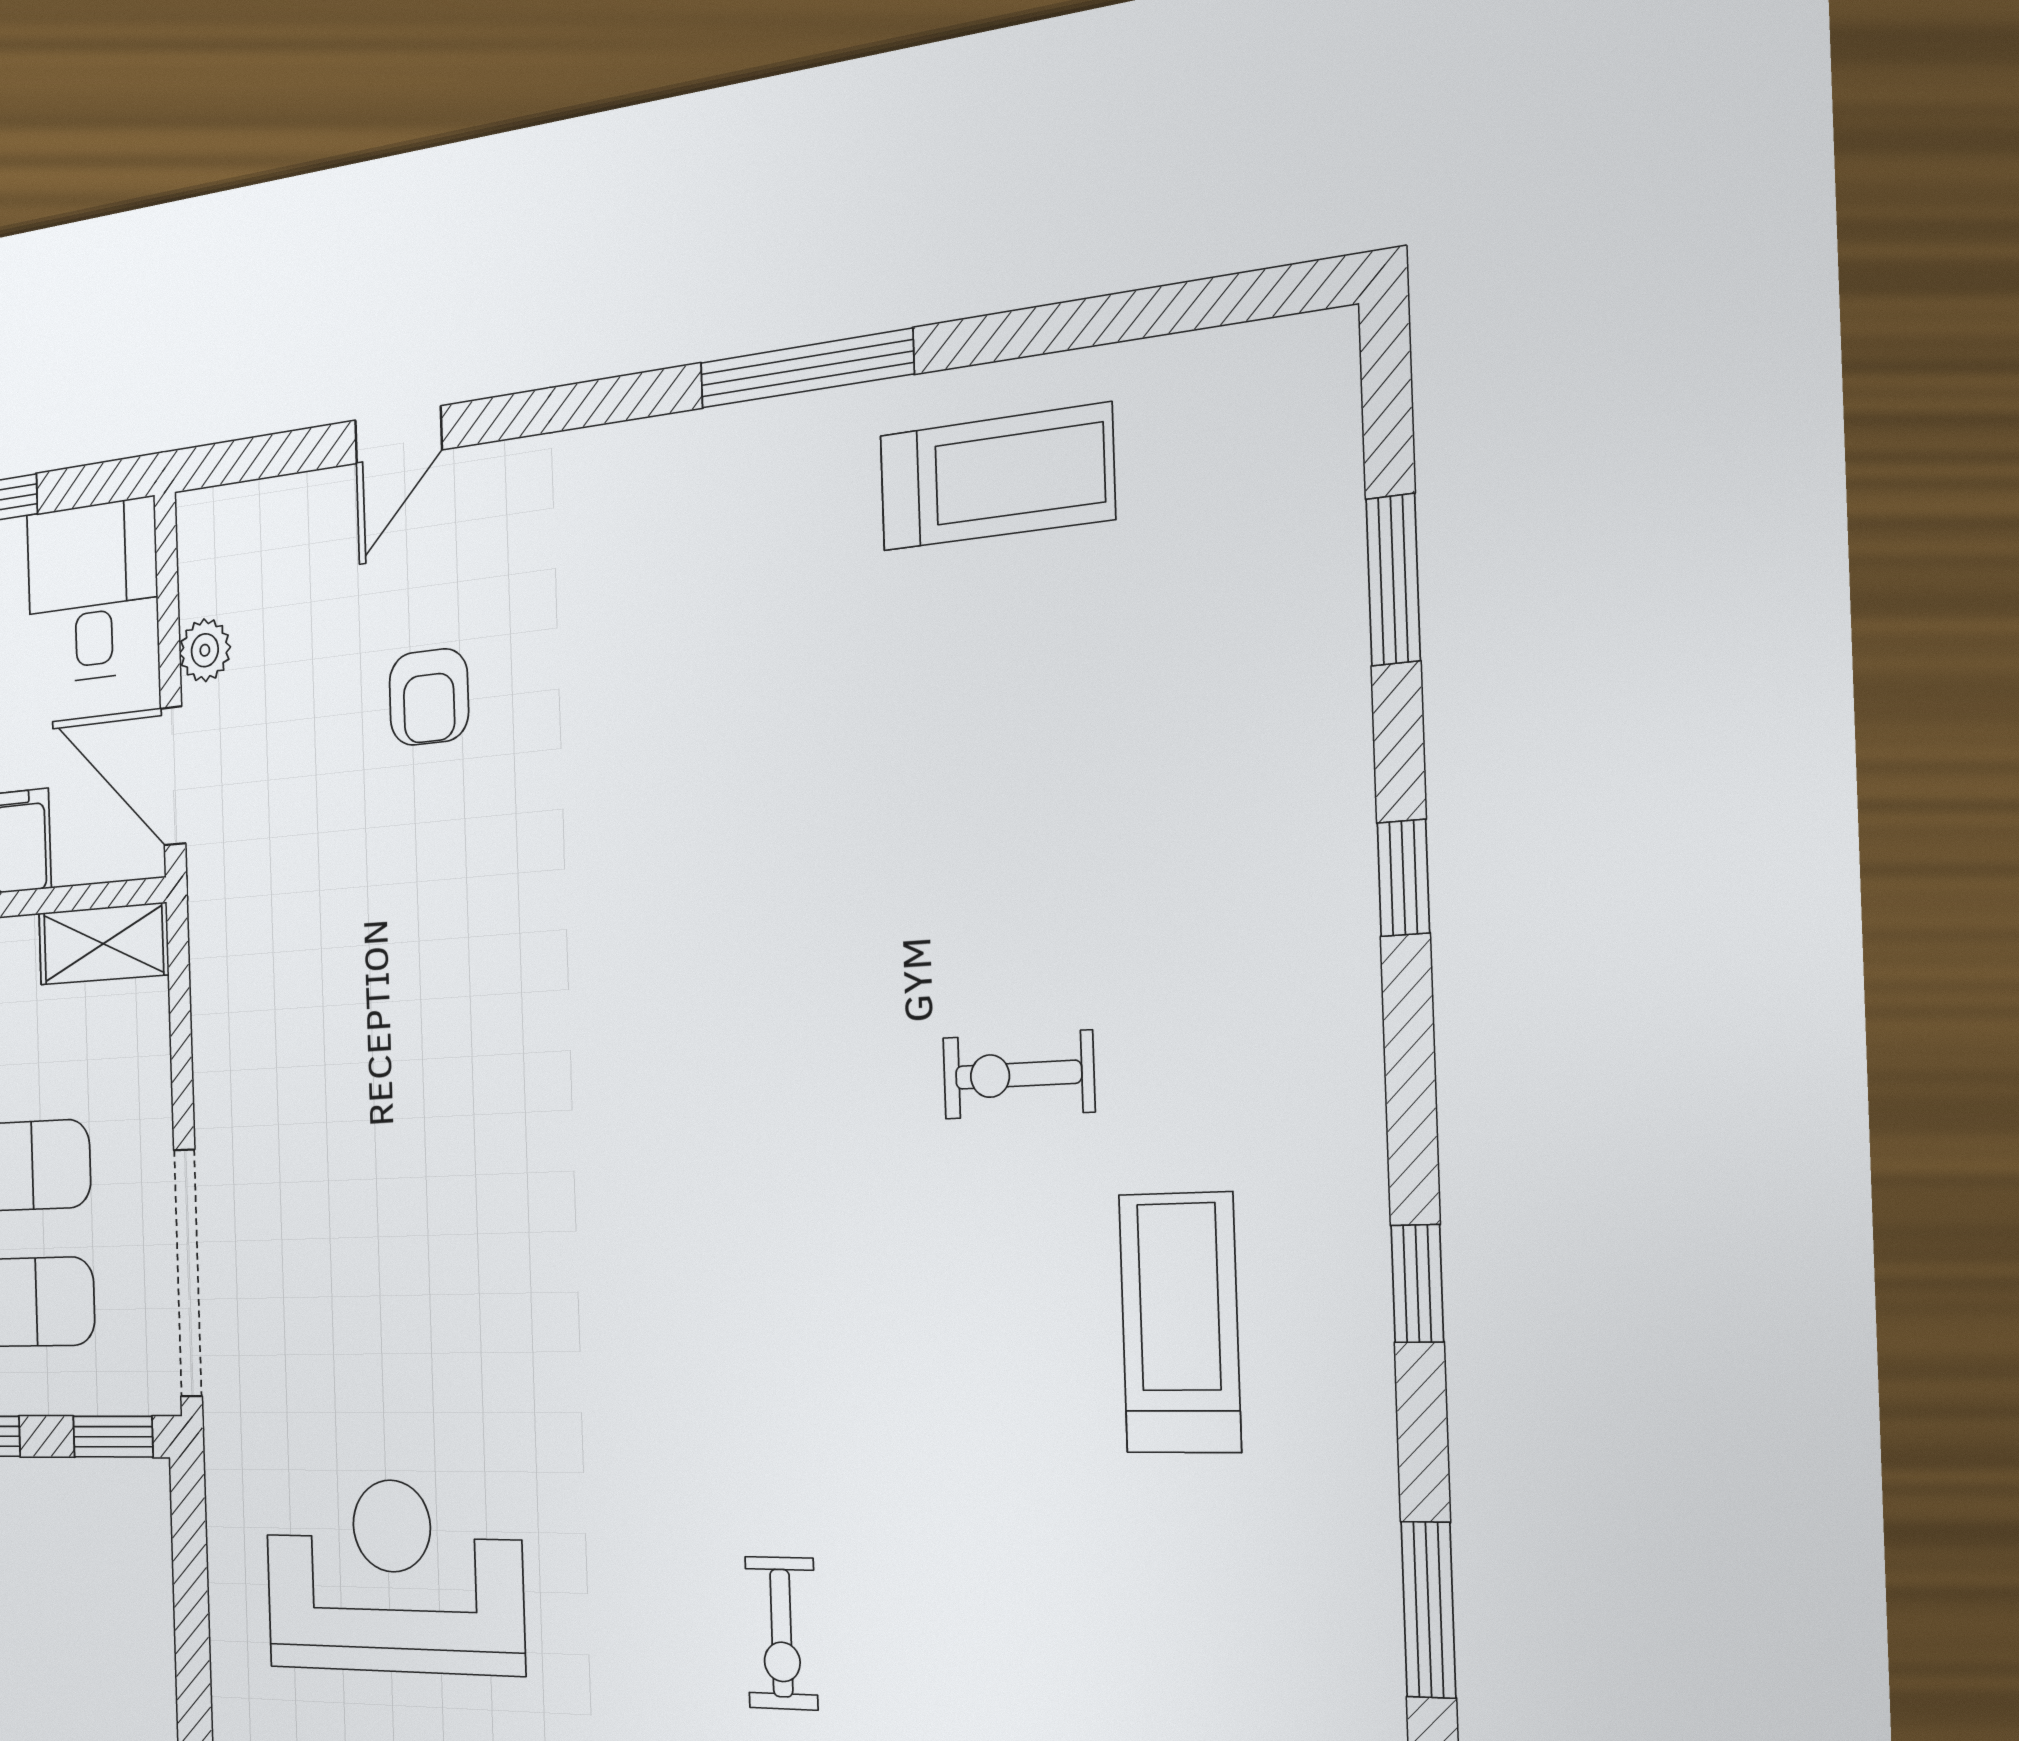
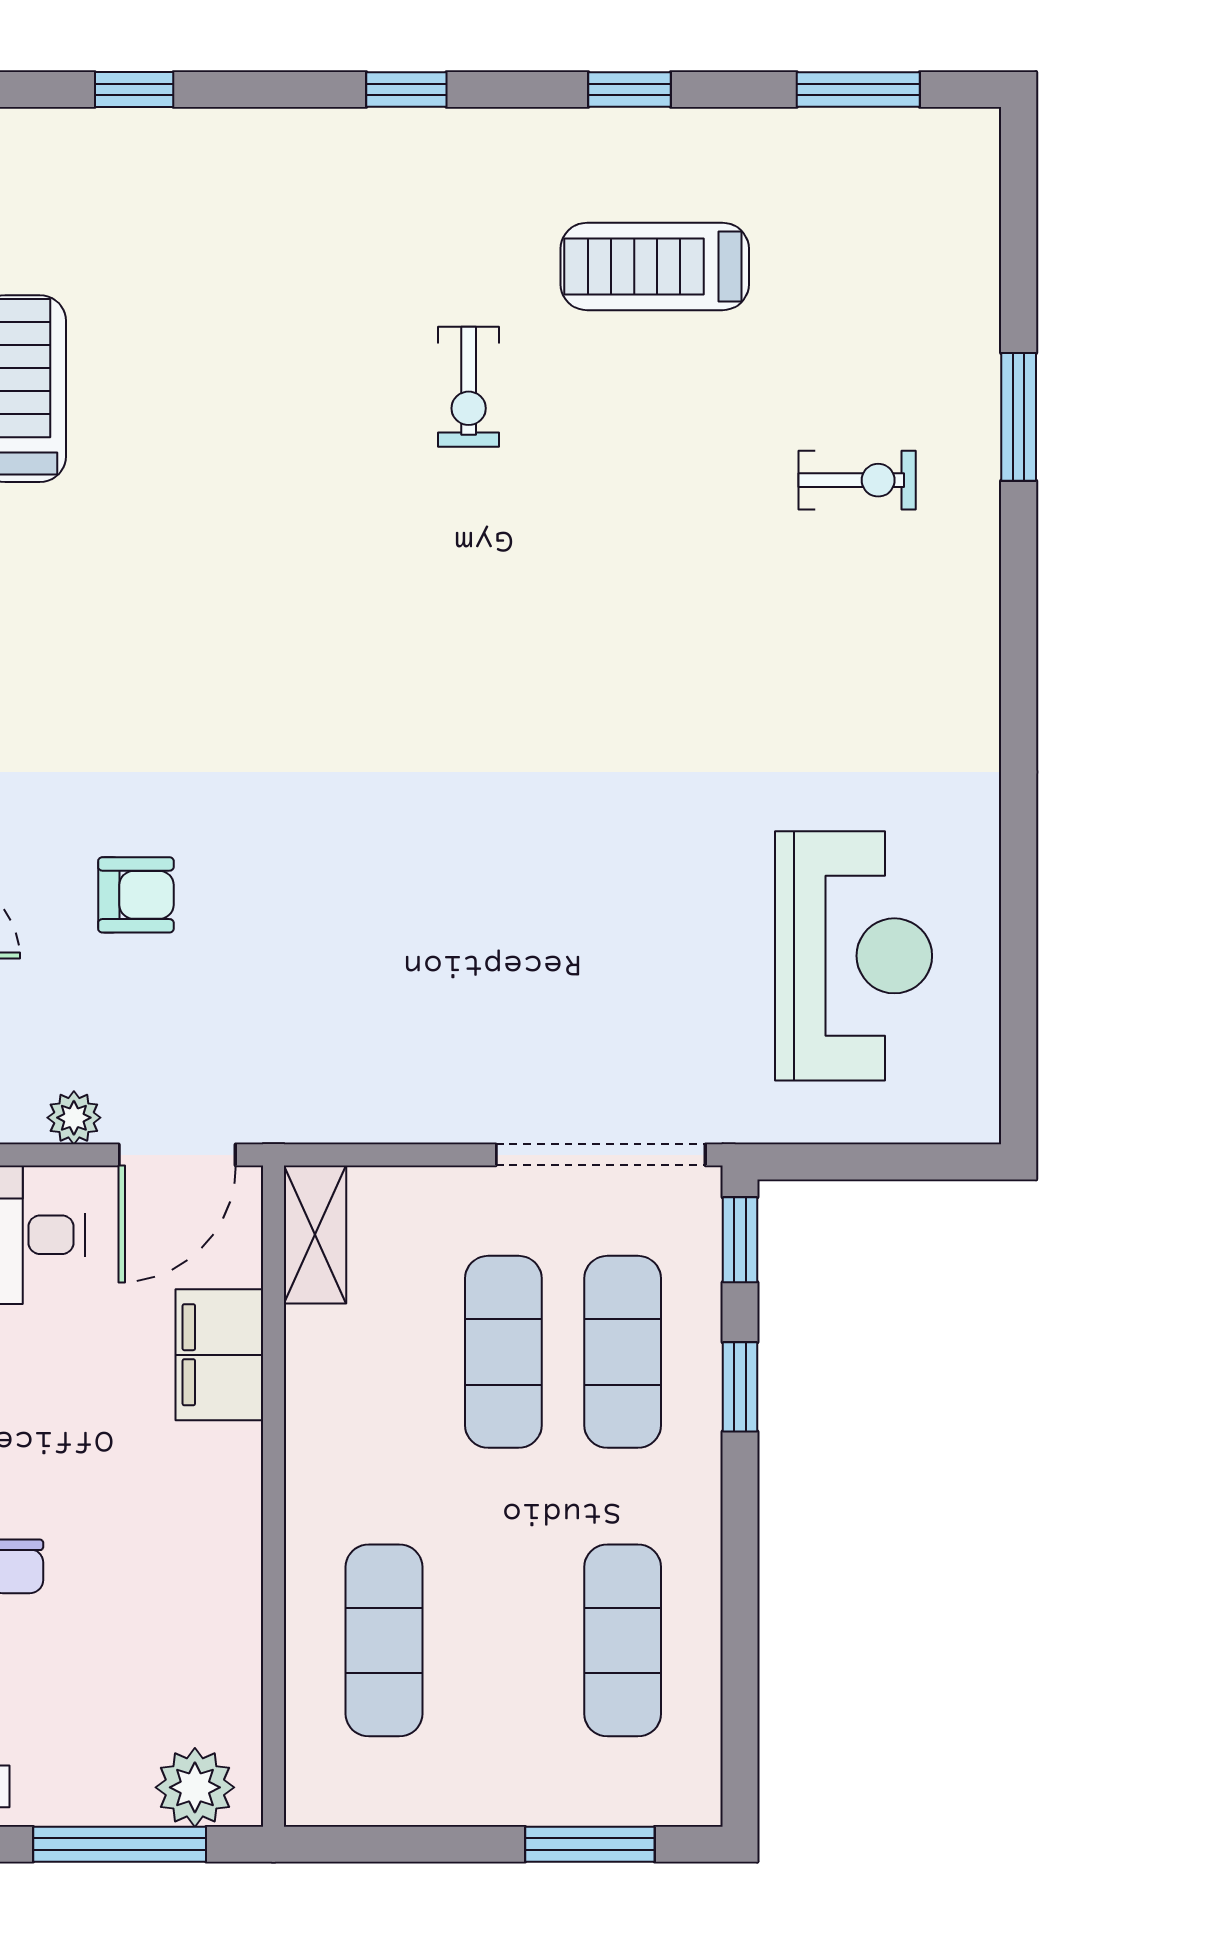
window: (1393, 580) -> (134, 90), width x0.67
window: (1403, 878) -> (406, 90), moved
reception desk: (393, 1576) -> (854, 956), turned 180
exercise bike: (781, 1633) -> (857, 480), moved

